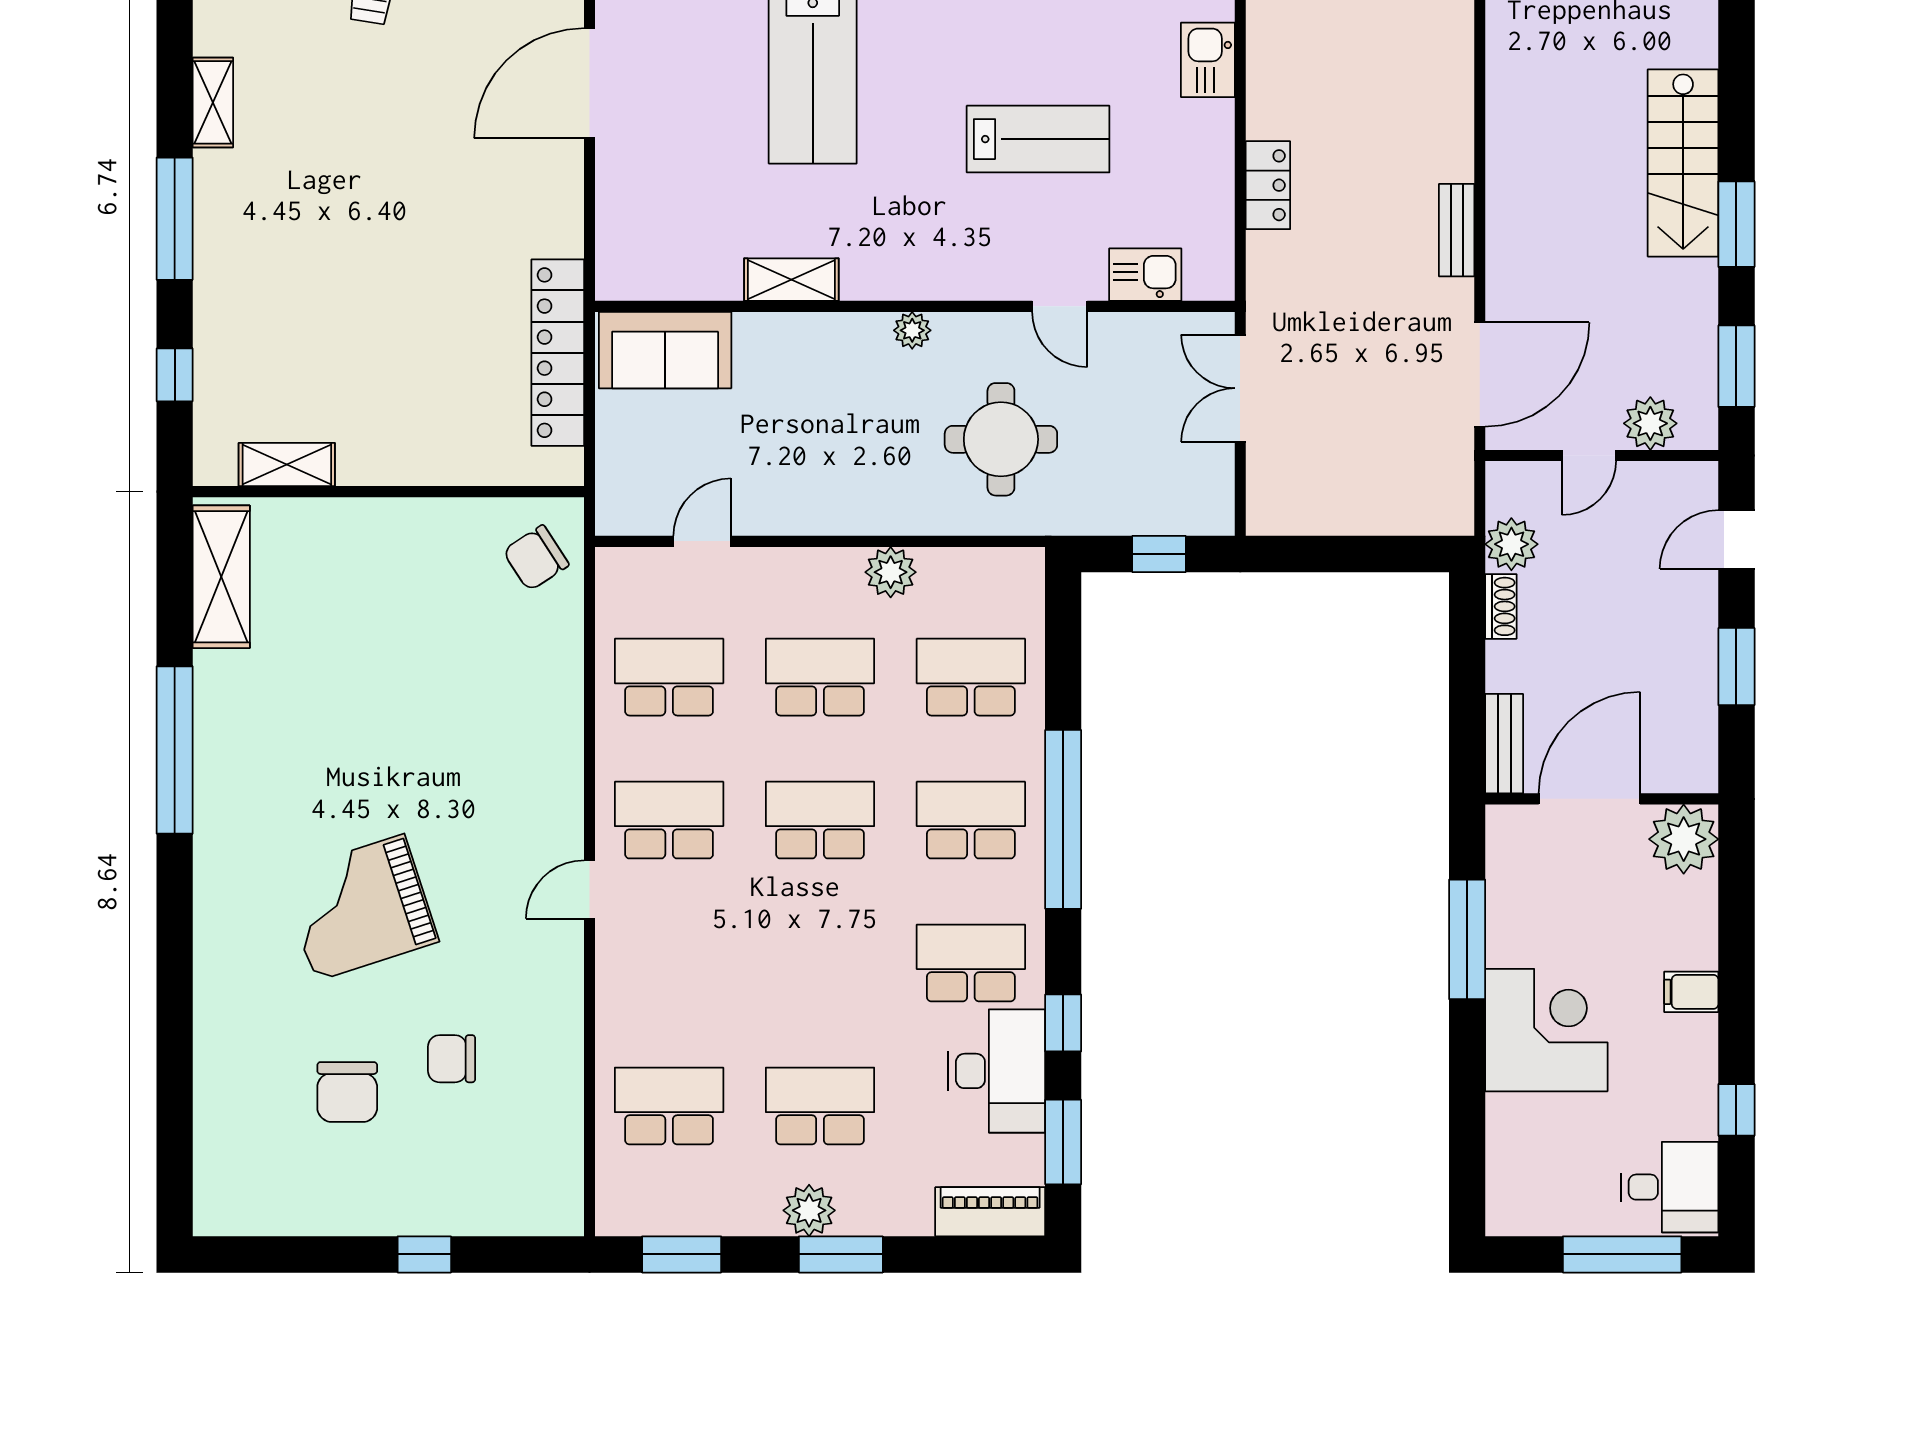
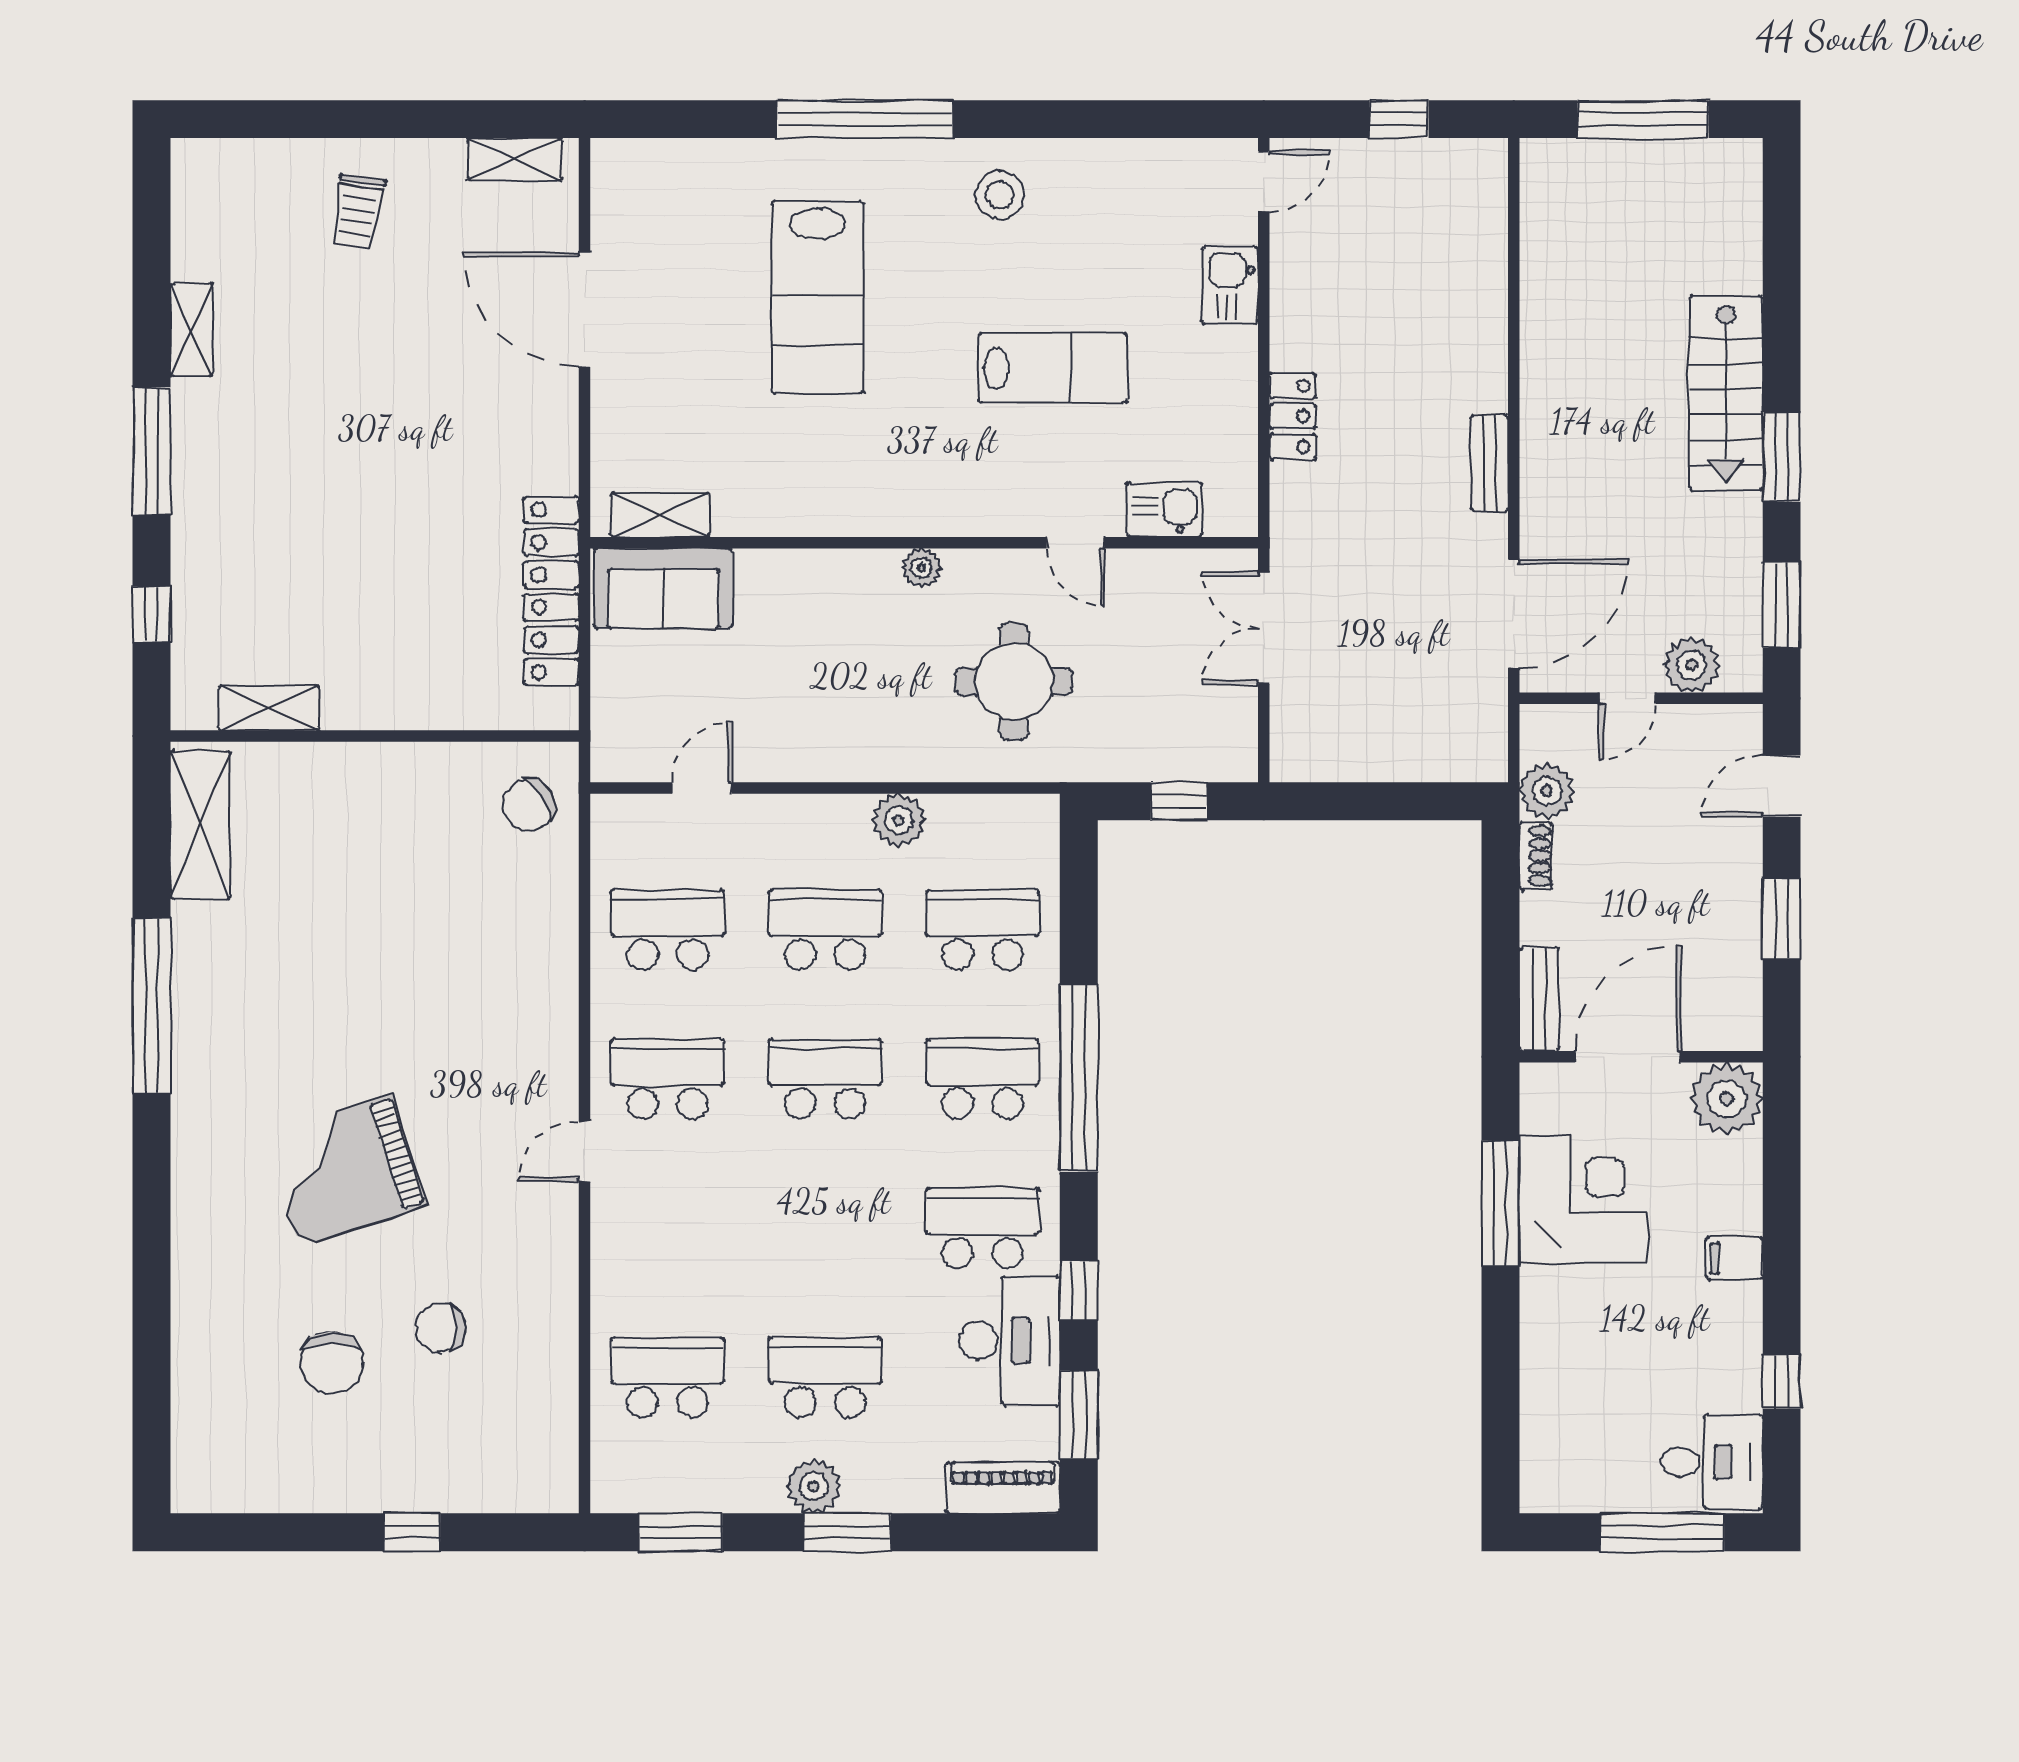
door: (590, 83) -> (585, 310), hinge flipped
shelving: (791, 280) -> (660, 515), moved
corner desk: (1546, 1030) -> (1583, 1199), moved

